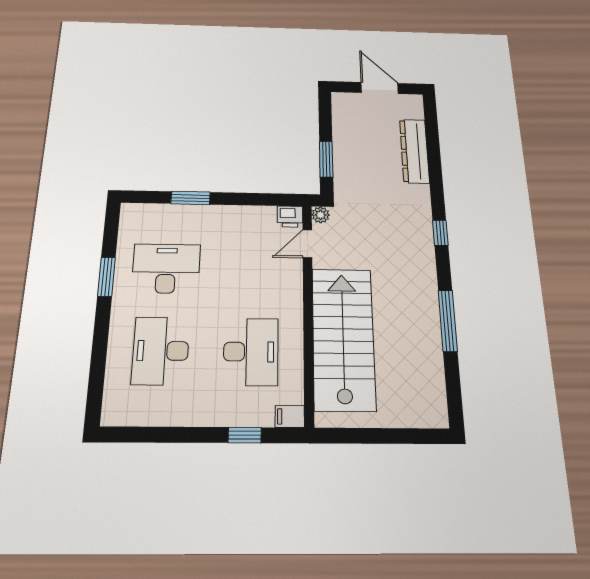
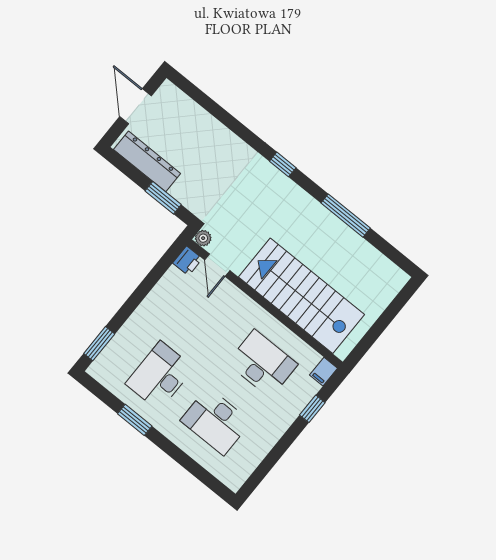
door: (380, 88) -> (136, 106), hinge flipped
dresser: (414, 151) -> (147, 161), moved, turned 180
window: (191, 198) -> (99, 344), moved

